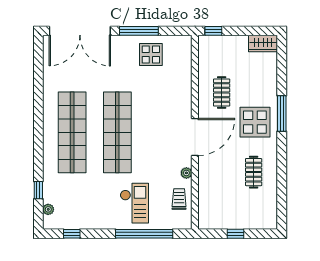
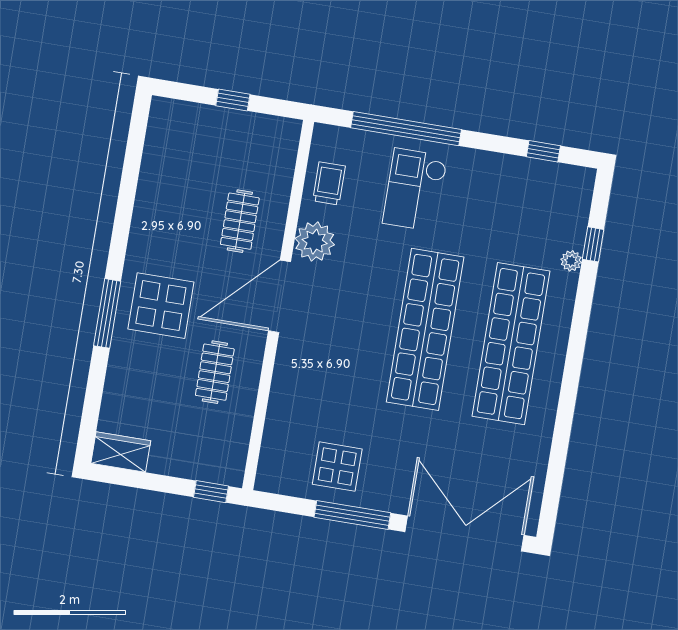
clothes rail: (254, 172) -> (240, 221), moved
plant: (186, 173) -> (315, 242), width x1.88, depth x1.88
trolley: (179, 199) -> (329, 183), turned 180
plant: (48, 209) -> (571, 261), moved

